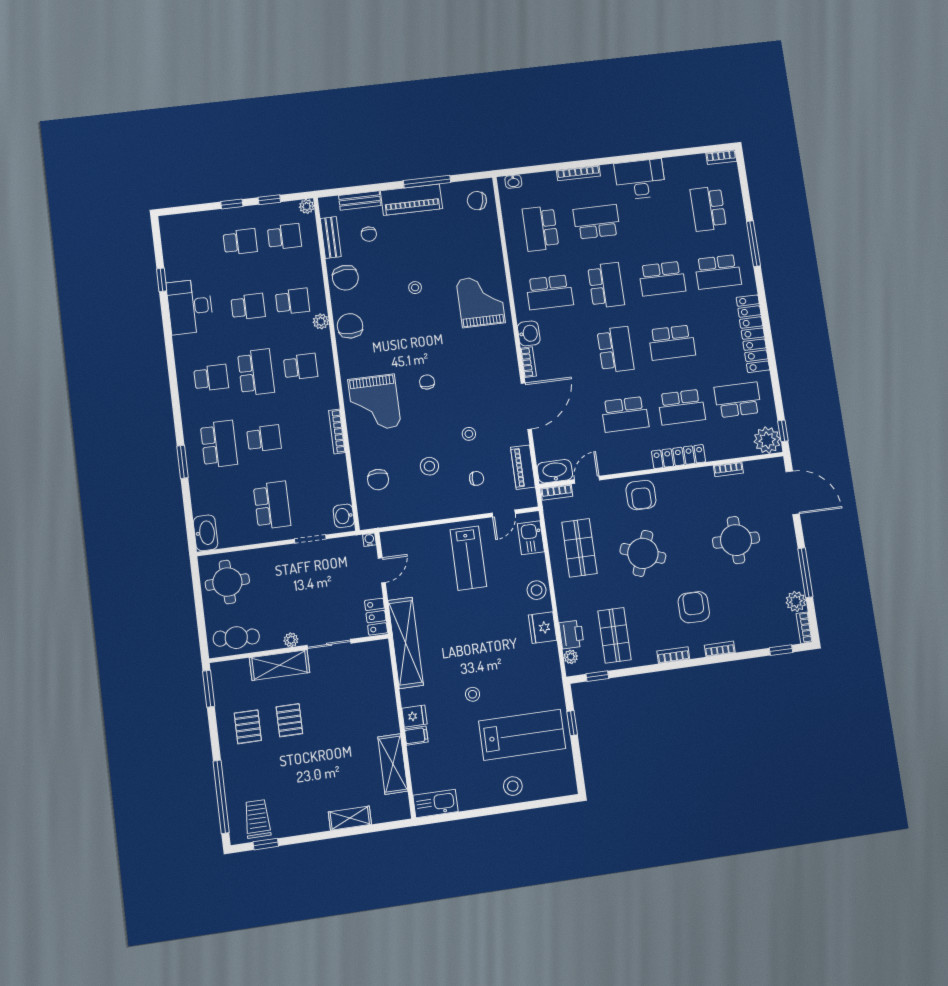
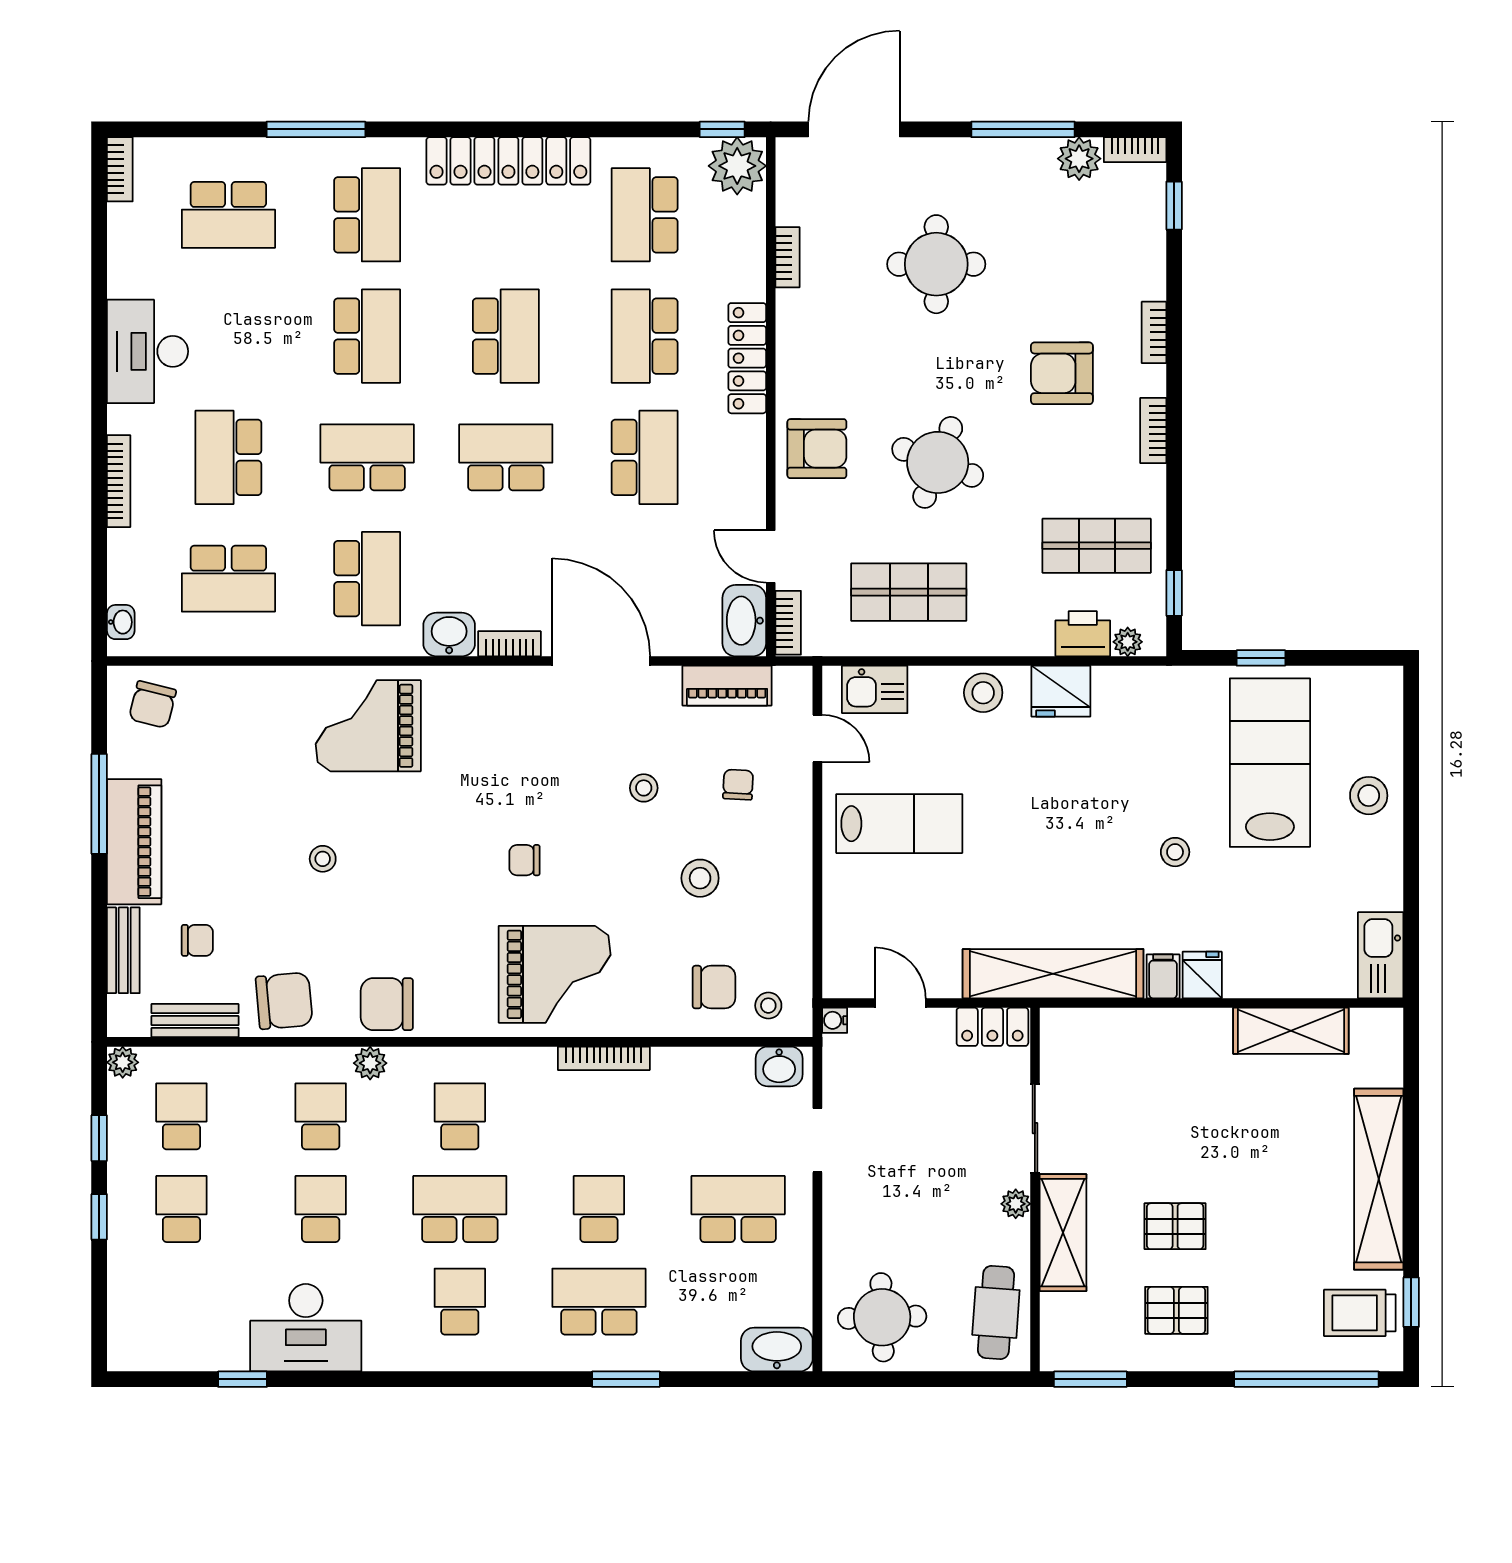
school desk: (682, 407) -> (645, 336), turned 180
stool: (372, 507) -> (768, 1006), added
filing cabinet: (416, 736) -> (1163, 976), moved
shelving: (350, 818) -> (1379, 1179), width x2.20, depth x1.33

